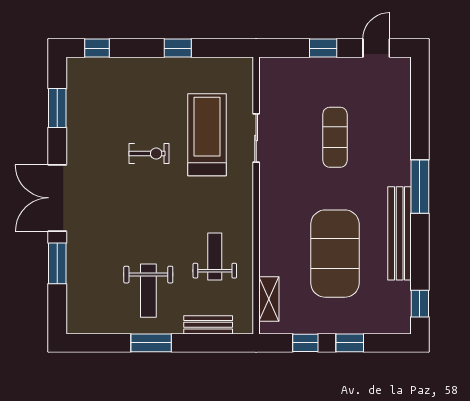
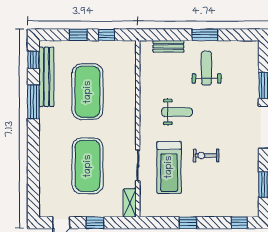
exercise mat: (335, 137) -> (88, 166), width x2.00, depth x1.45
window: (420, 187) -> (33, 102), moved
bench: (400, 233) -> (46, 77), moved
weight bench: (215, 257) -> (177, 112), moved, turned -90
shelving: (269, 299) -> (130, 203), moved

